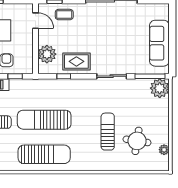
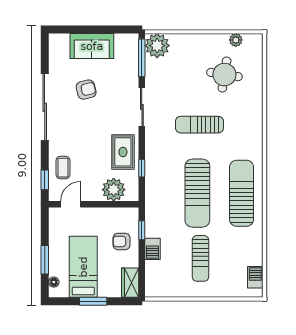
armchair: (125, 33) -> (86, 90), added
sofa: (159, 43) -> (92, 46), width x0.73
sun lounger: (108, 132) -> (199, 125), moved

